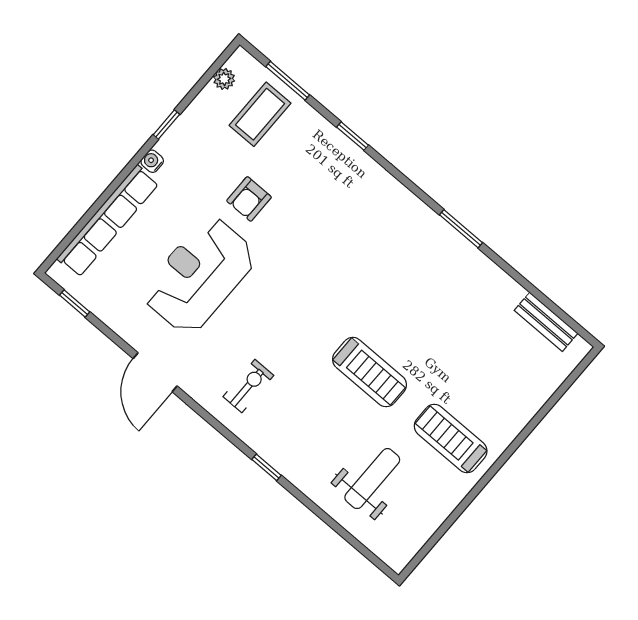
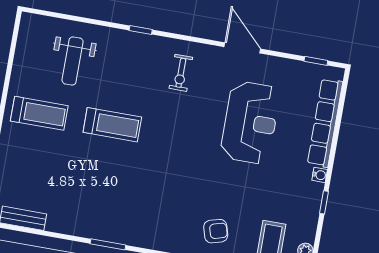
armchair: (249, 199) -> (216, 231), moved, turned 74
treadmill: (369, 372) -> (112, 125), turned 180

